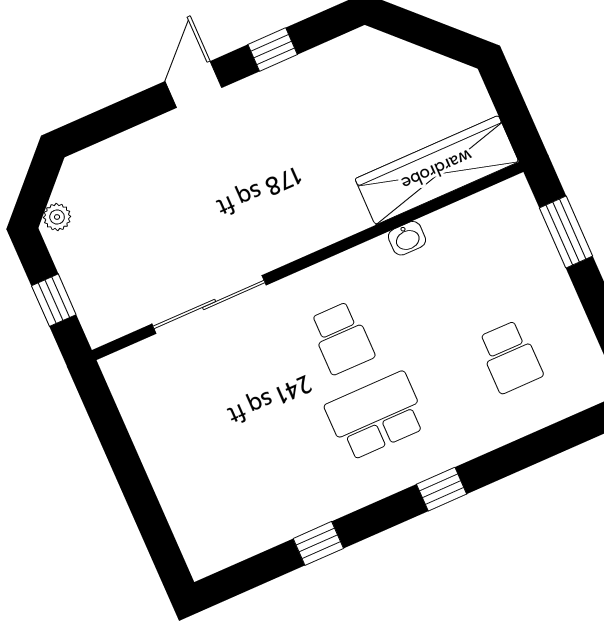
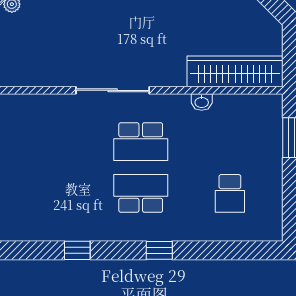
sliding door: (209, 304) -> (113, 90), moved
school desk: (342, 338) -> (141, 142), width x1.85

